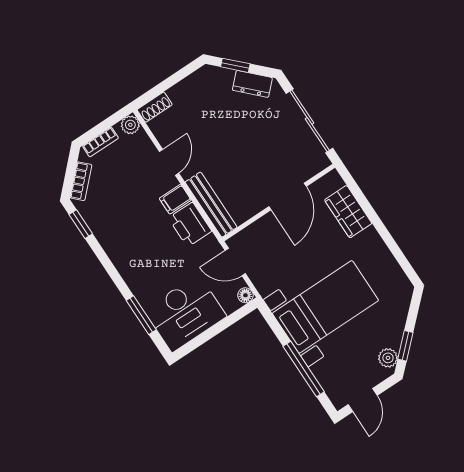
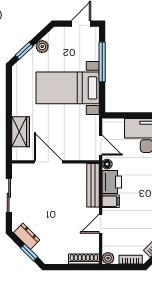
shoe rack: (155, 107) -> (84, 259), width x1.43
sliding door: (310, 121) -> (9, 195), width x0.73
door: (288, 197) -> (48, 162), hinge flipped
floor lamp: (245, 295) -> (107, 164), moved
window: (405, 346) -> (24, 51), moved
plant: (388, 358) -> (42, 47), moved

